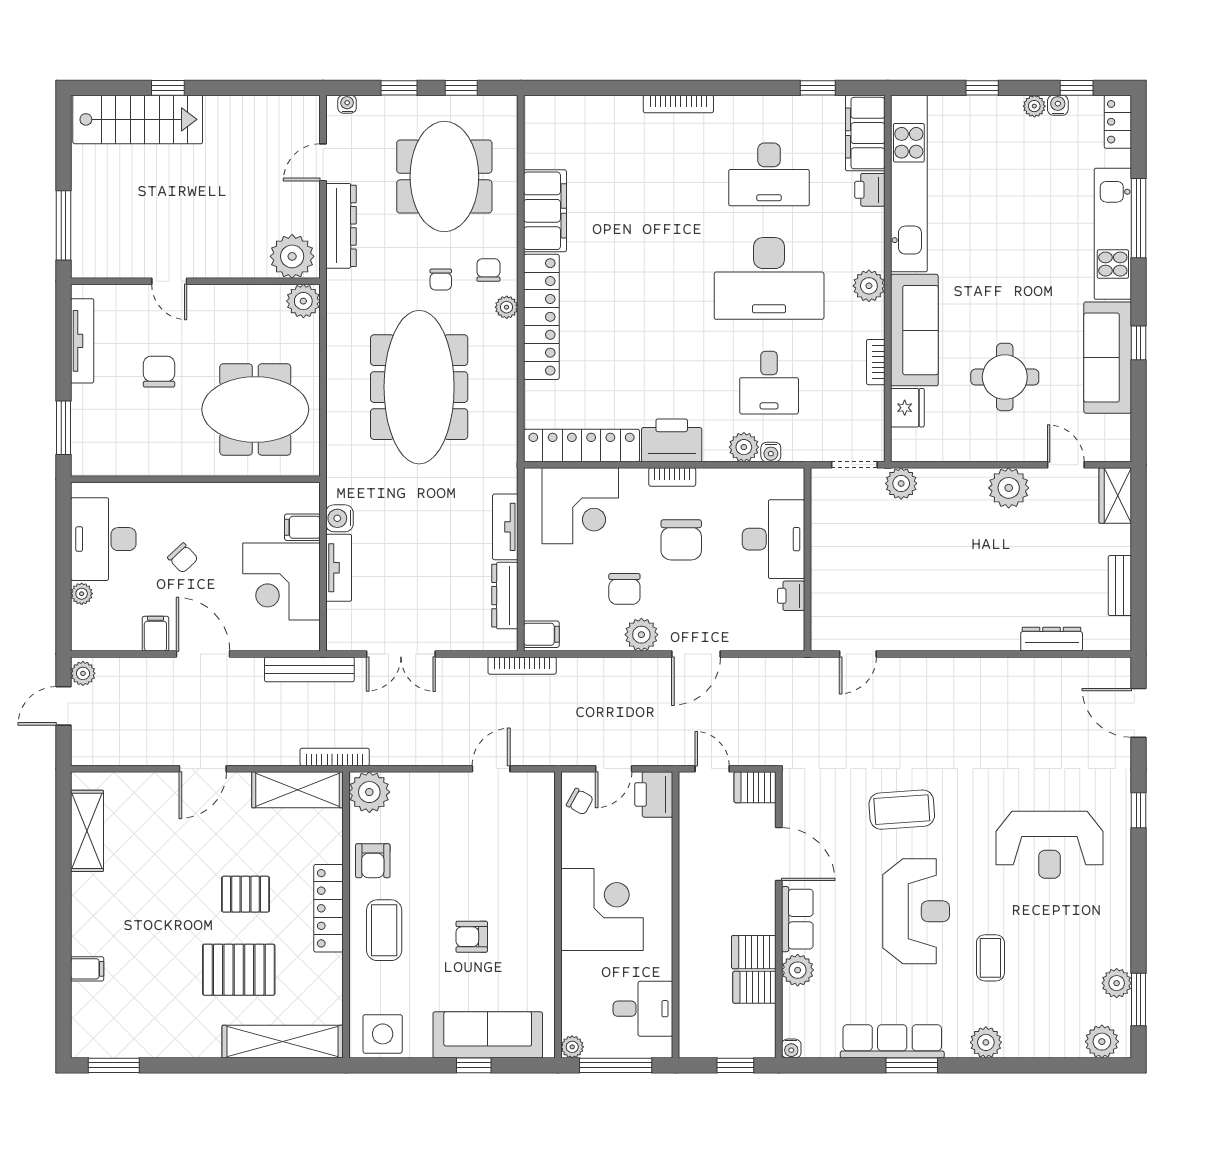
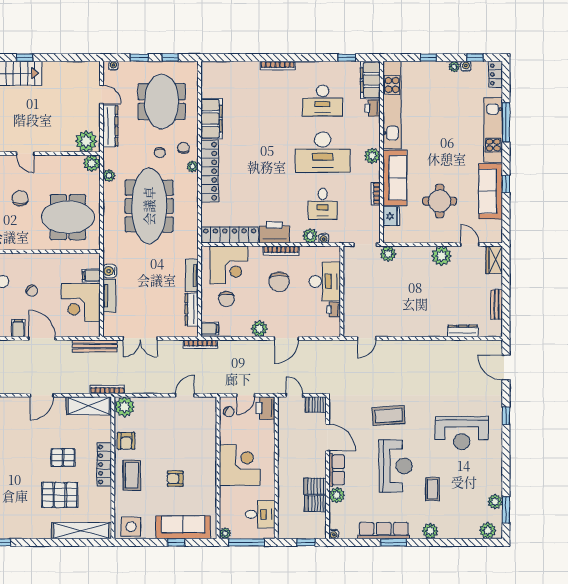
door: (323, 162) -> (101, 95), swing flipped
plant: (338, 326) -> (109, 176), added
bookcase: (672, 477) -> (281, 251), width x1.56
chair: (624, 589) -> (226, 299), moved

